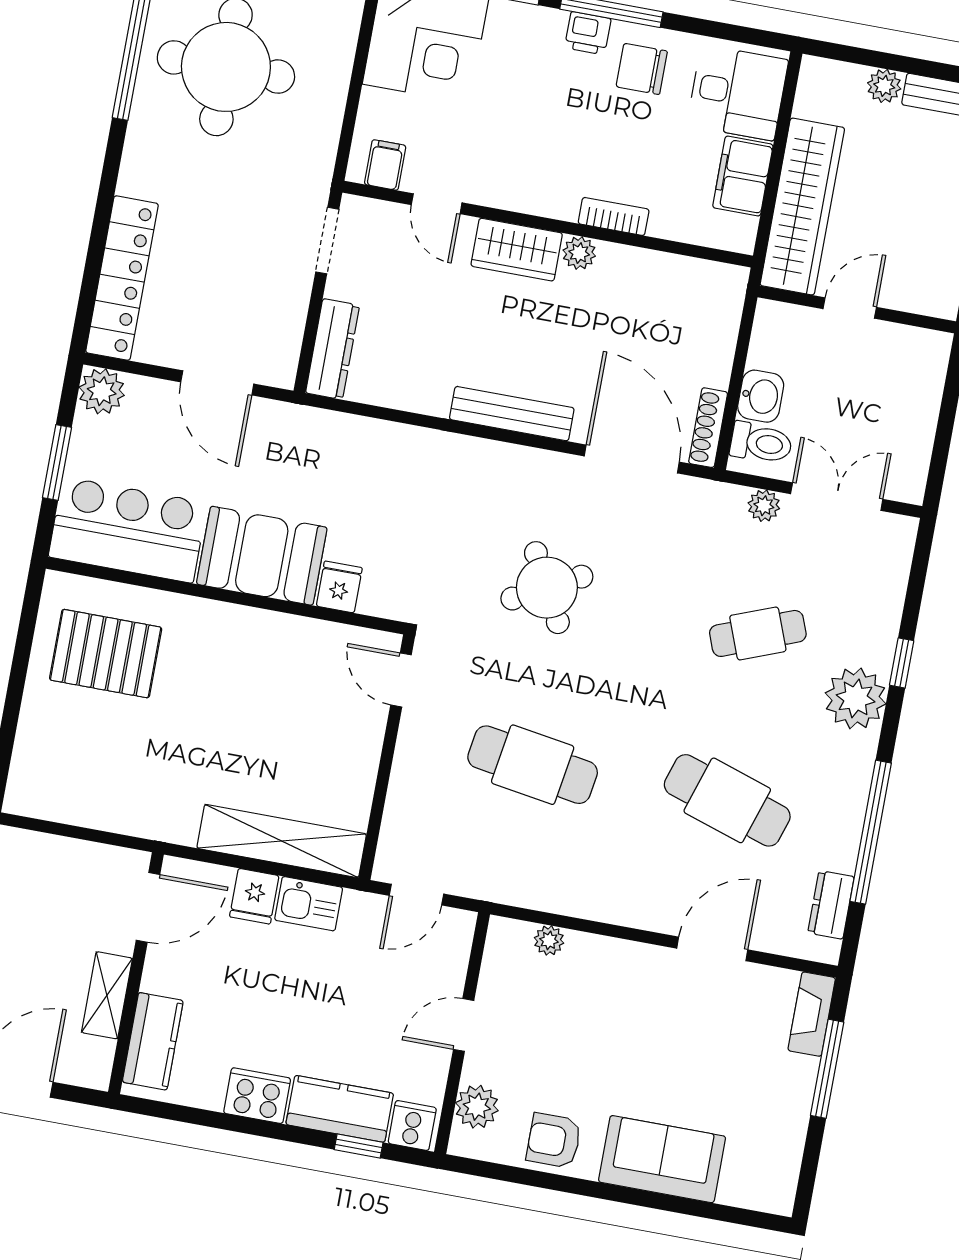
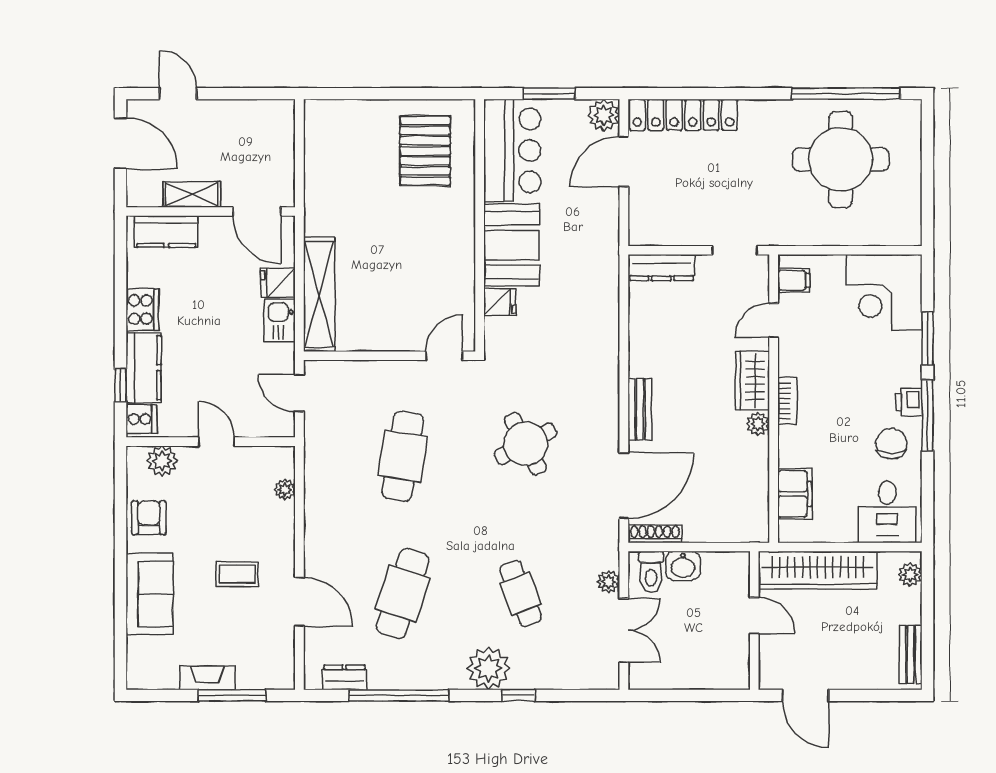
plant: (884, 86) -> (910, 575), moved
filing cabinet: (743, 176) -> (795, 494), moved, turned 90
bookcase: (614, 216) -> (787, 401), moved
door: (217, 383) -> (624, 162), moved
bench: (512, 414) -> (640, 409), width x0.73
fireplace: (812, 1014) -> (207, 678), moved
coffee table: (657, 1030) -> (237, 574), added

